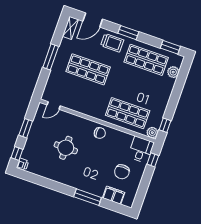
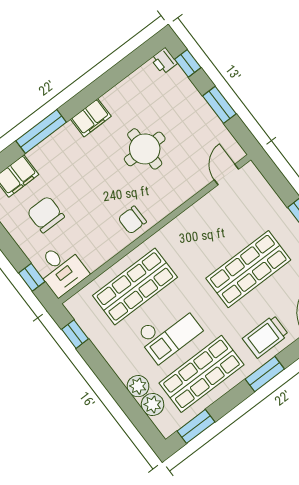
checkout: (138, 85) -> (169, 332), added
plant: (152, 133) -> (138, 386), moved
filing cabinet: (68, 180) -> (91, 118), added

